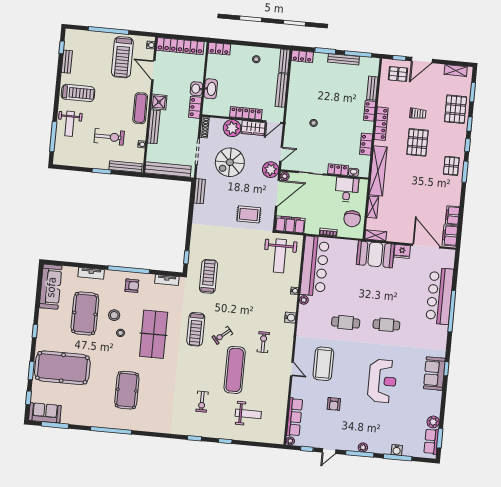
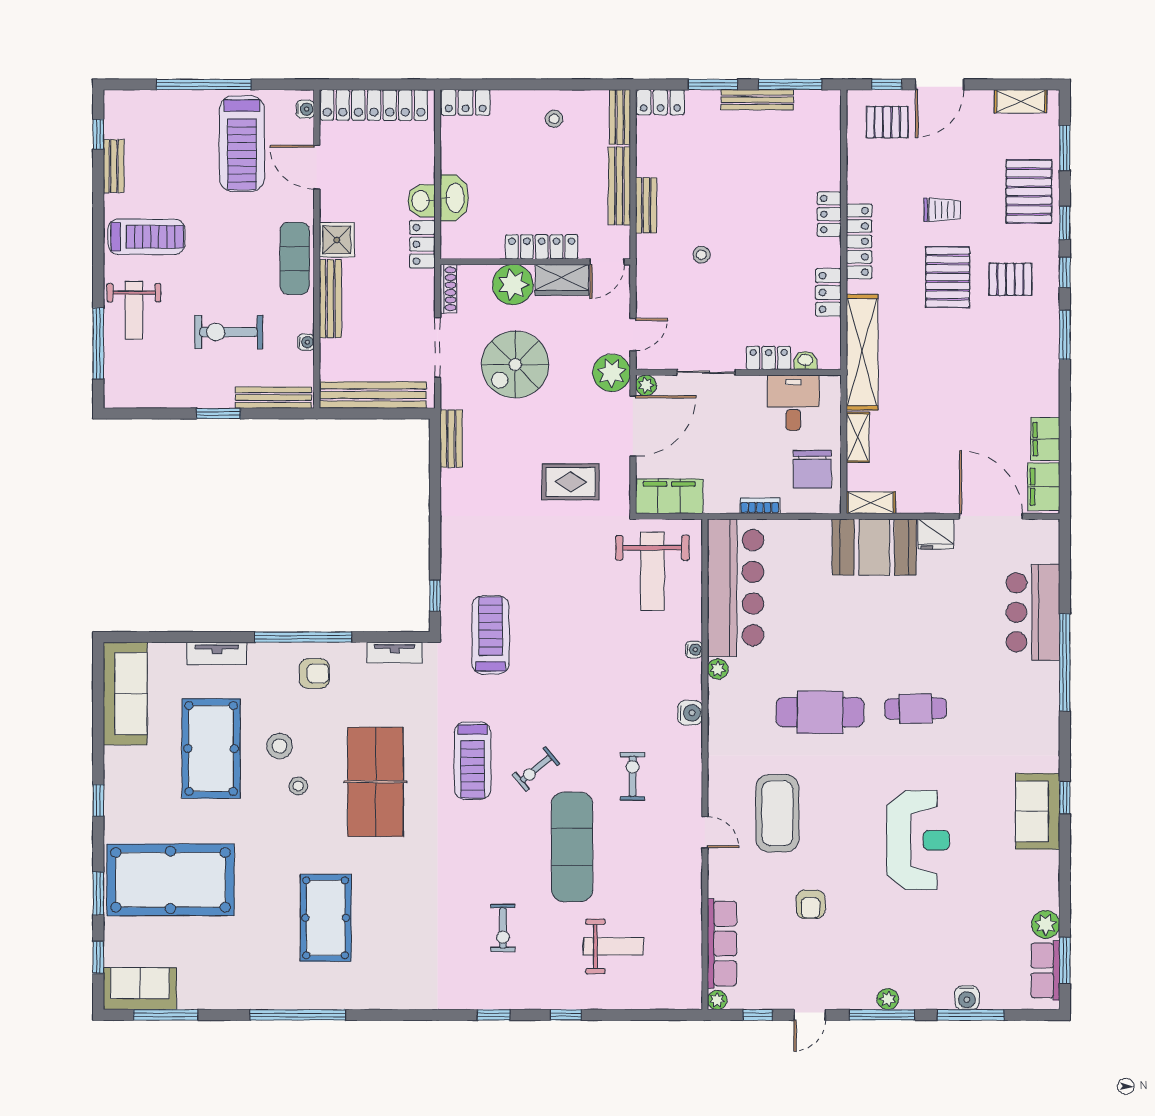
bench: (372, 88) -> (646, 205), moved
exercise bike: (109, 137) -> (229, 332), turned 180
pallet: (451, 166) -> (1010, 279), moved, turned 90
bar counter: (440, 296) -> (1033, 612), width x0.73
cafe table: (346, 323) -> (820, 712), width x1.37, depth x1.35

